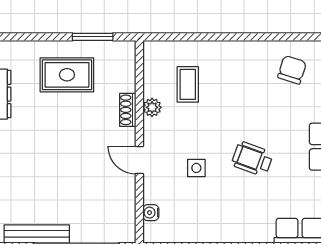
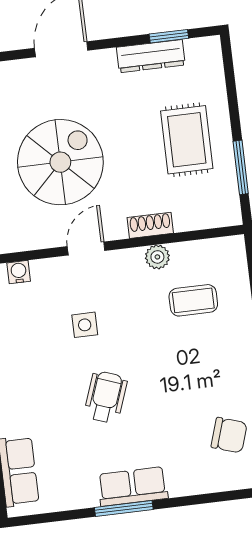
spiral stairs: (72, 171) -> (60, 162), added

